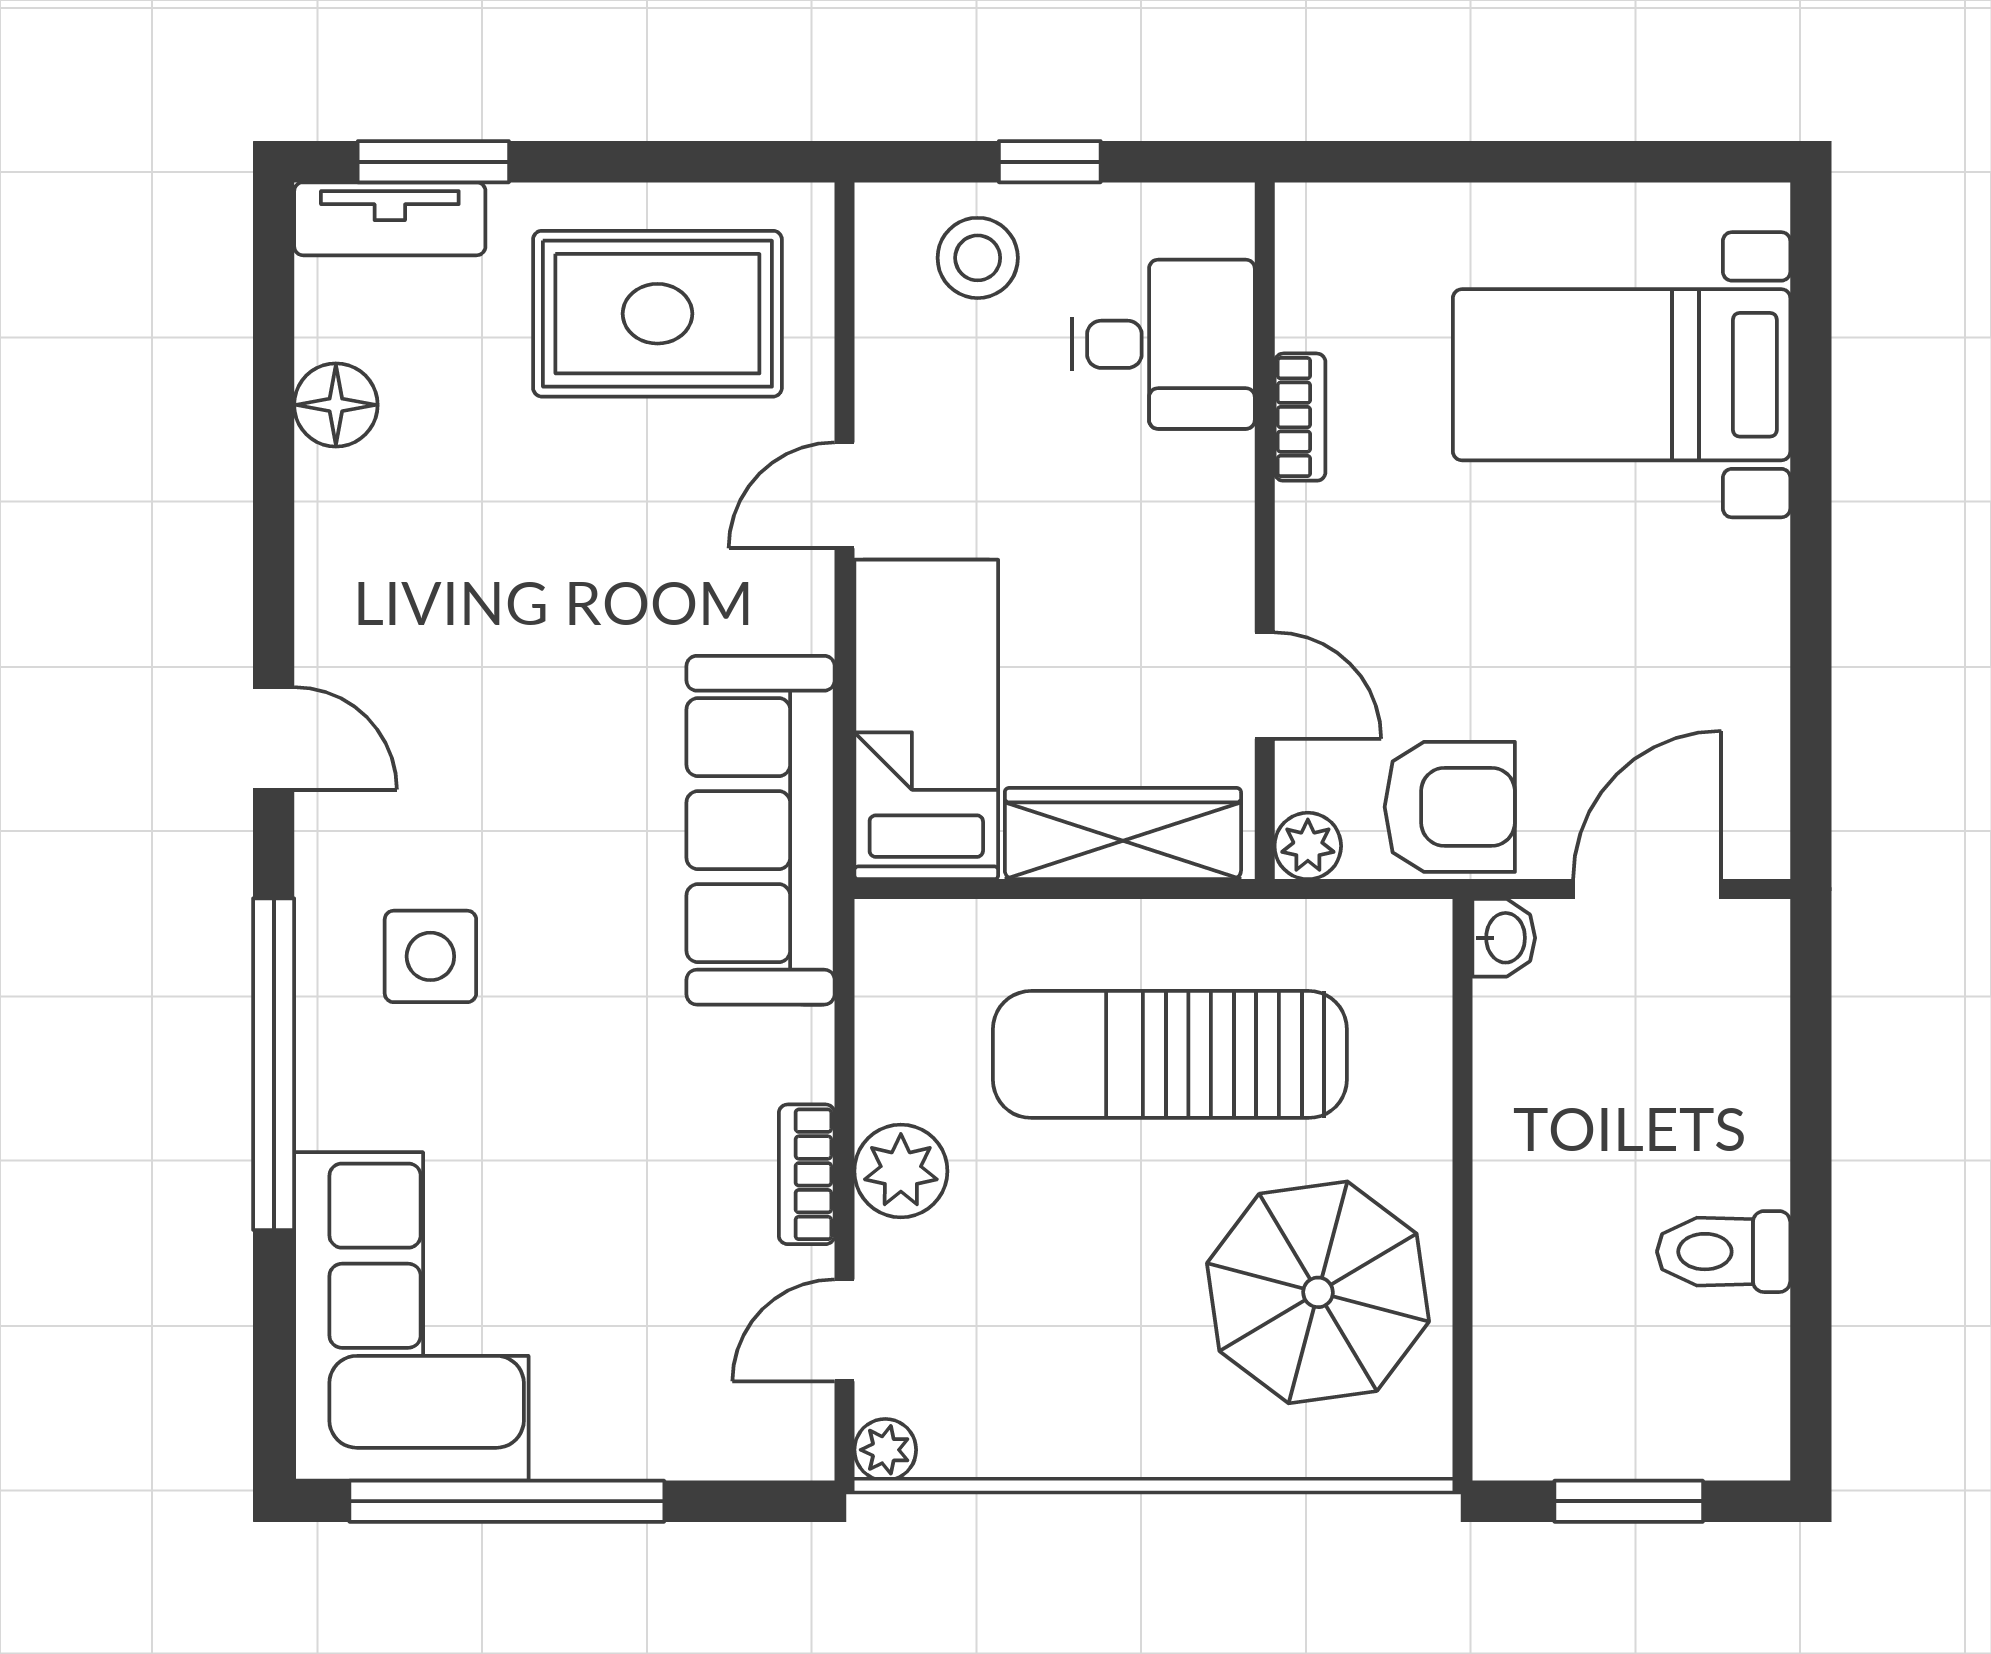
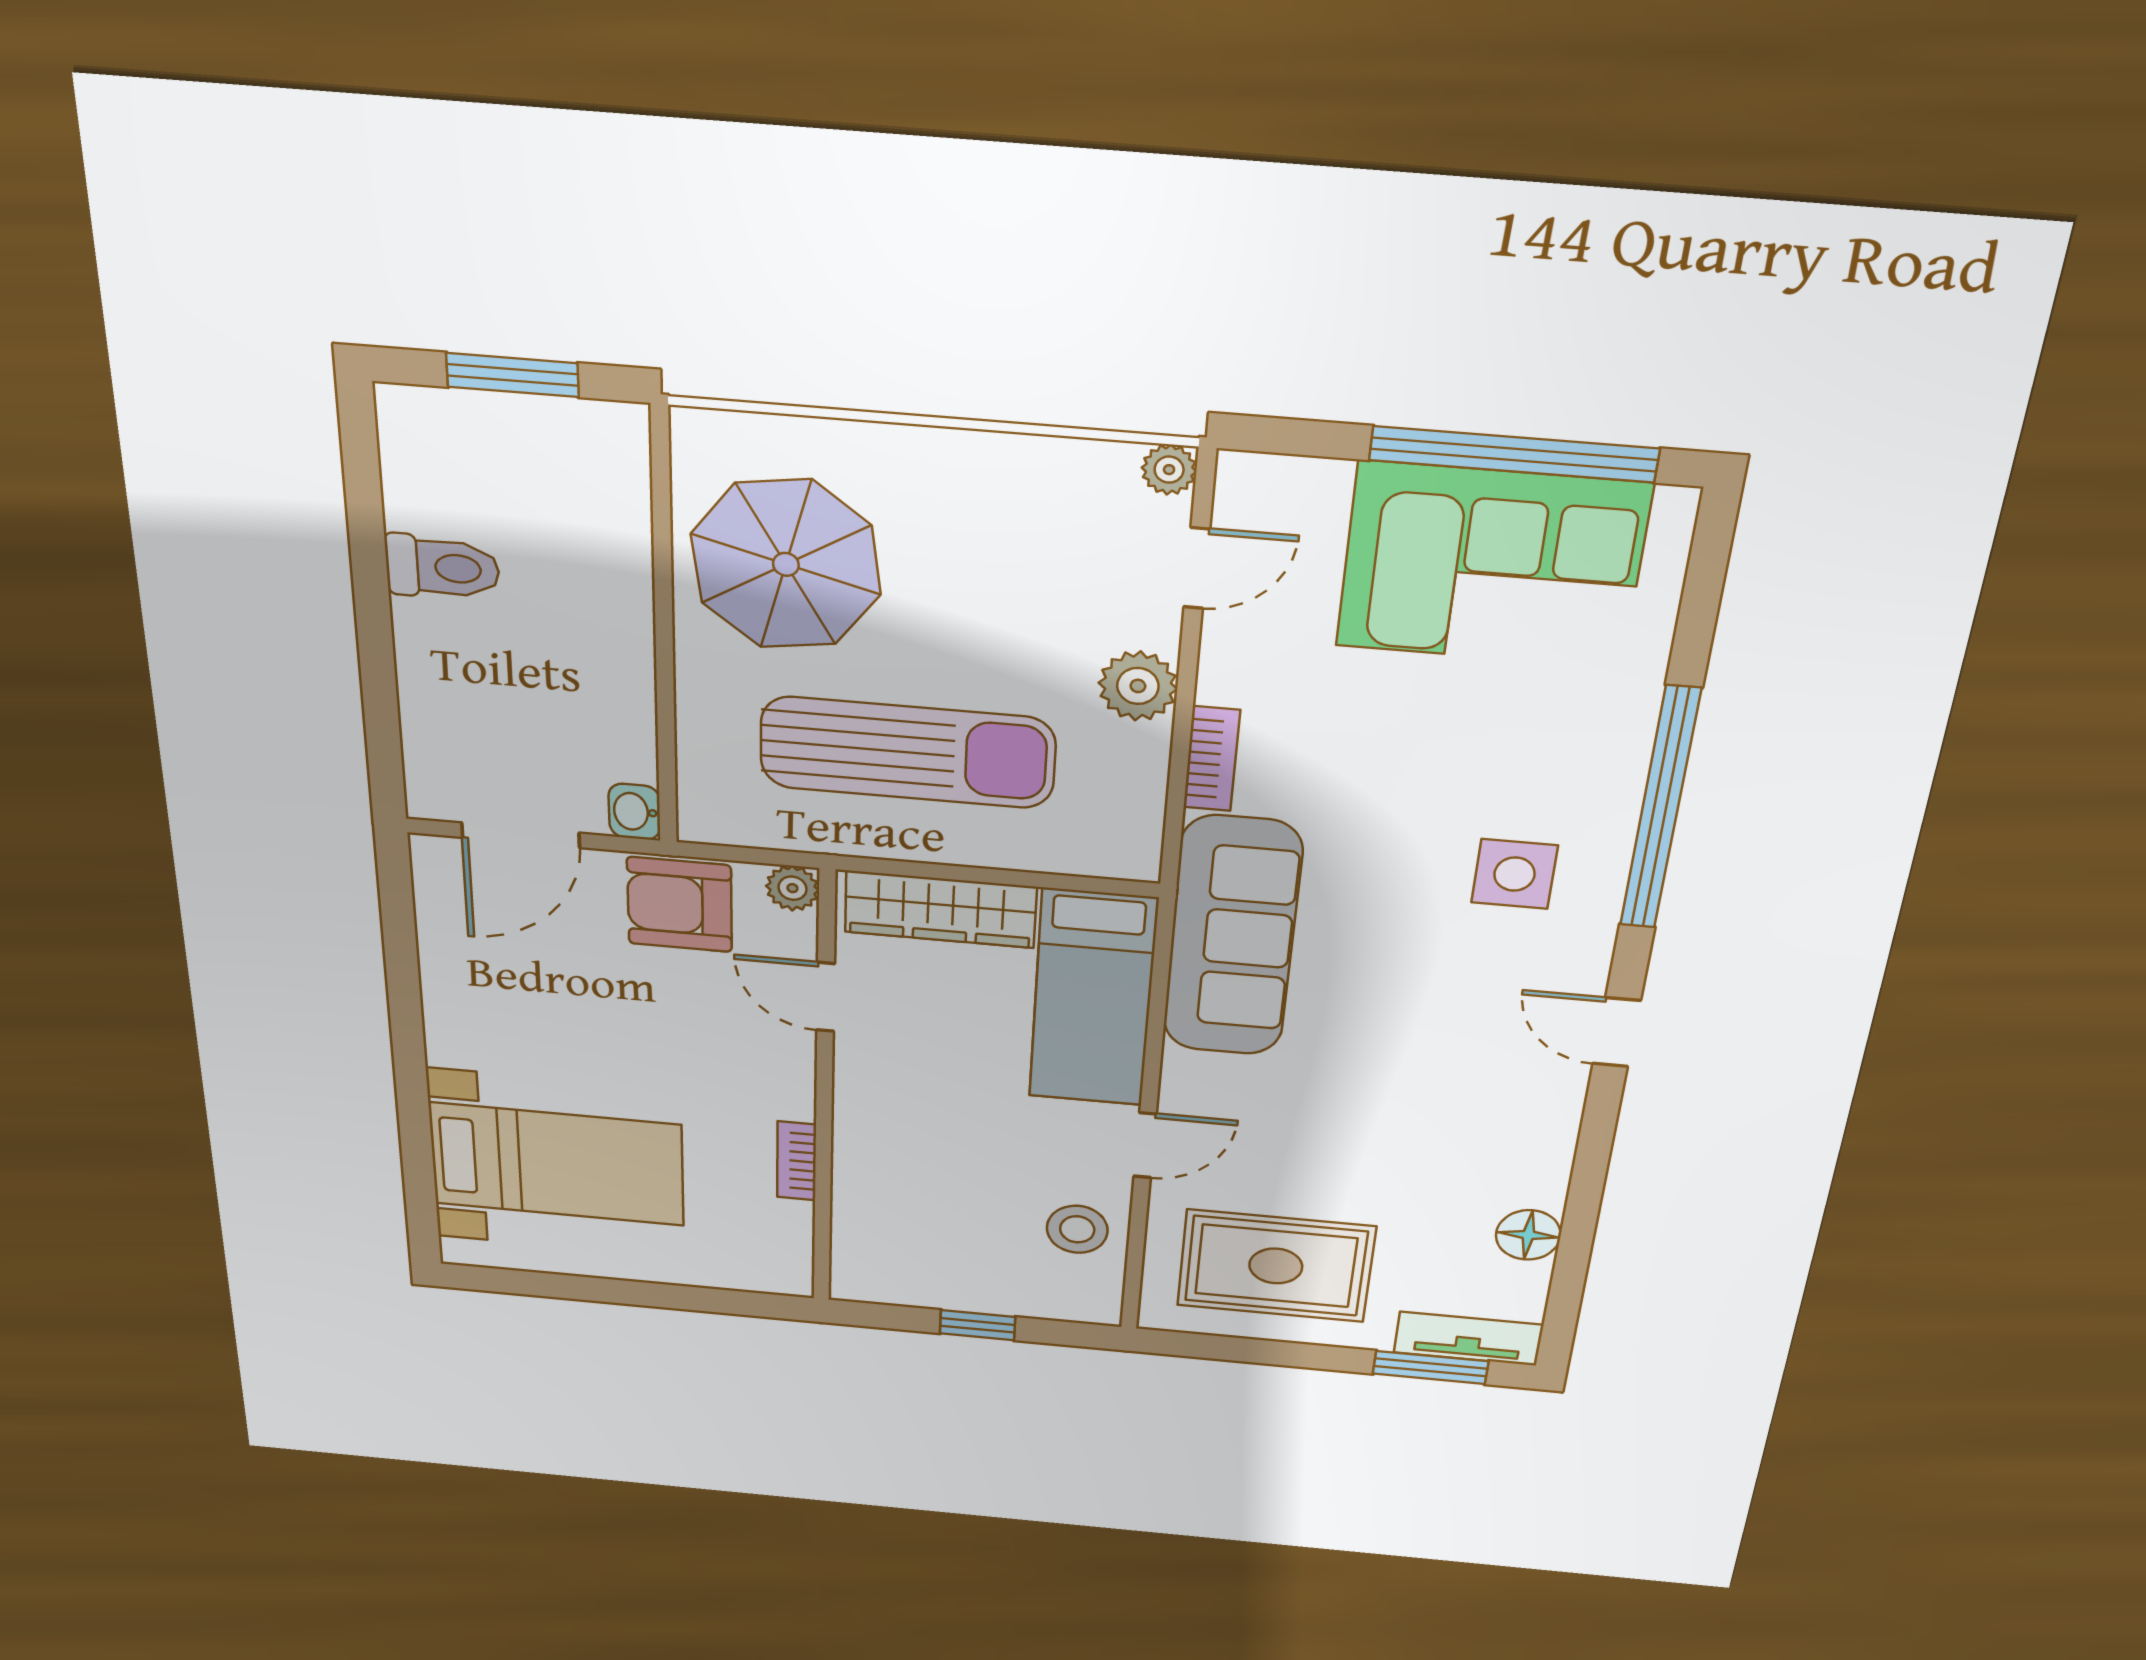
stool: (978, 258) -> (1077, 1229), moved
desk: (1164, 344) -> (898, 1213), removed
bookcase: (807, 1174) -> (1212, 759), moved
corner sofa: (411, 1316) -> (1492, 566), moved, turned -90

